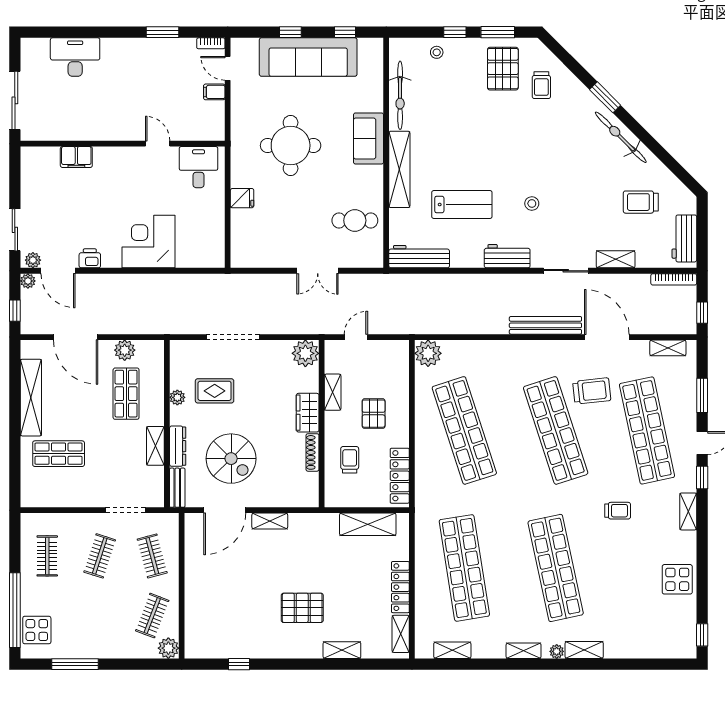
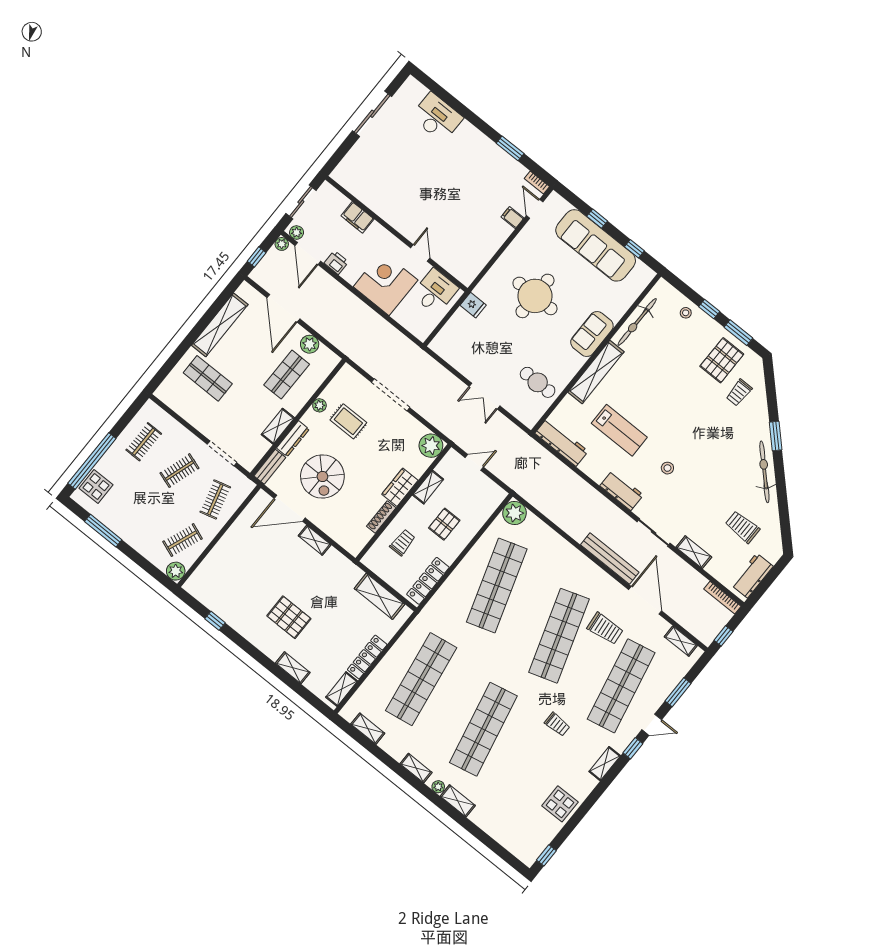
wall: (123, 144) -> (396, 234), moved
door: (158, 144) -> (420, 253), moved
filing cabinet: (76, 157) -> (357, 217), moved
desk: (199, 167) -> (435, 291), moved

